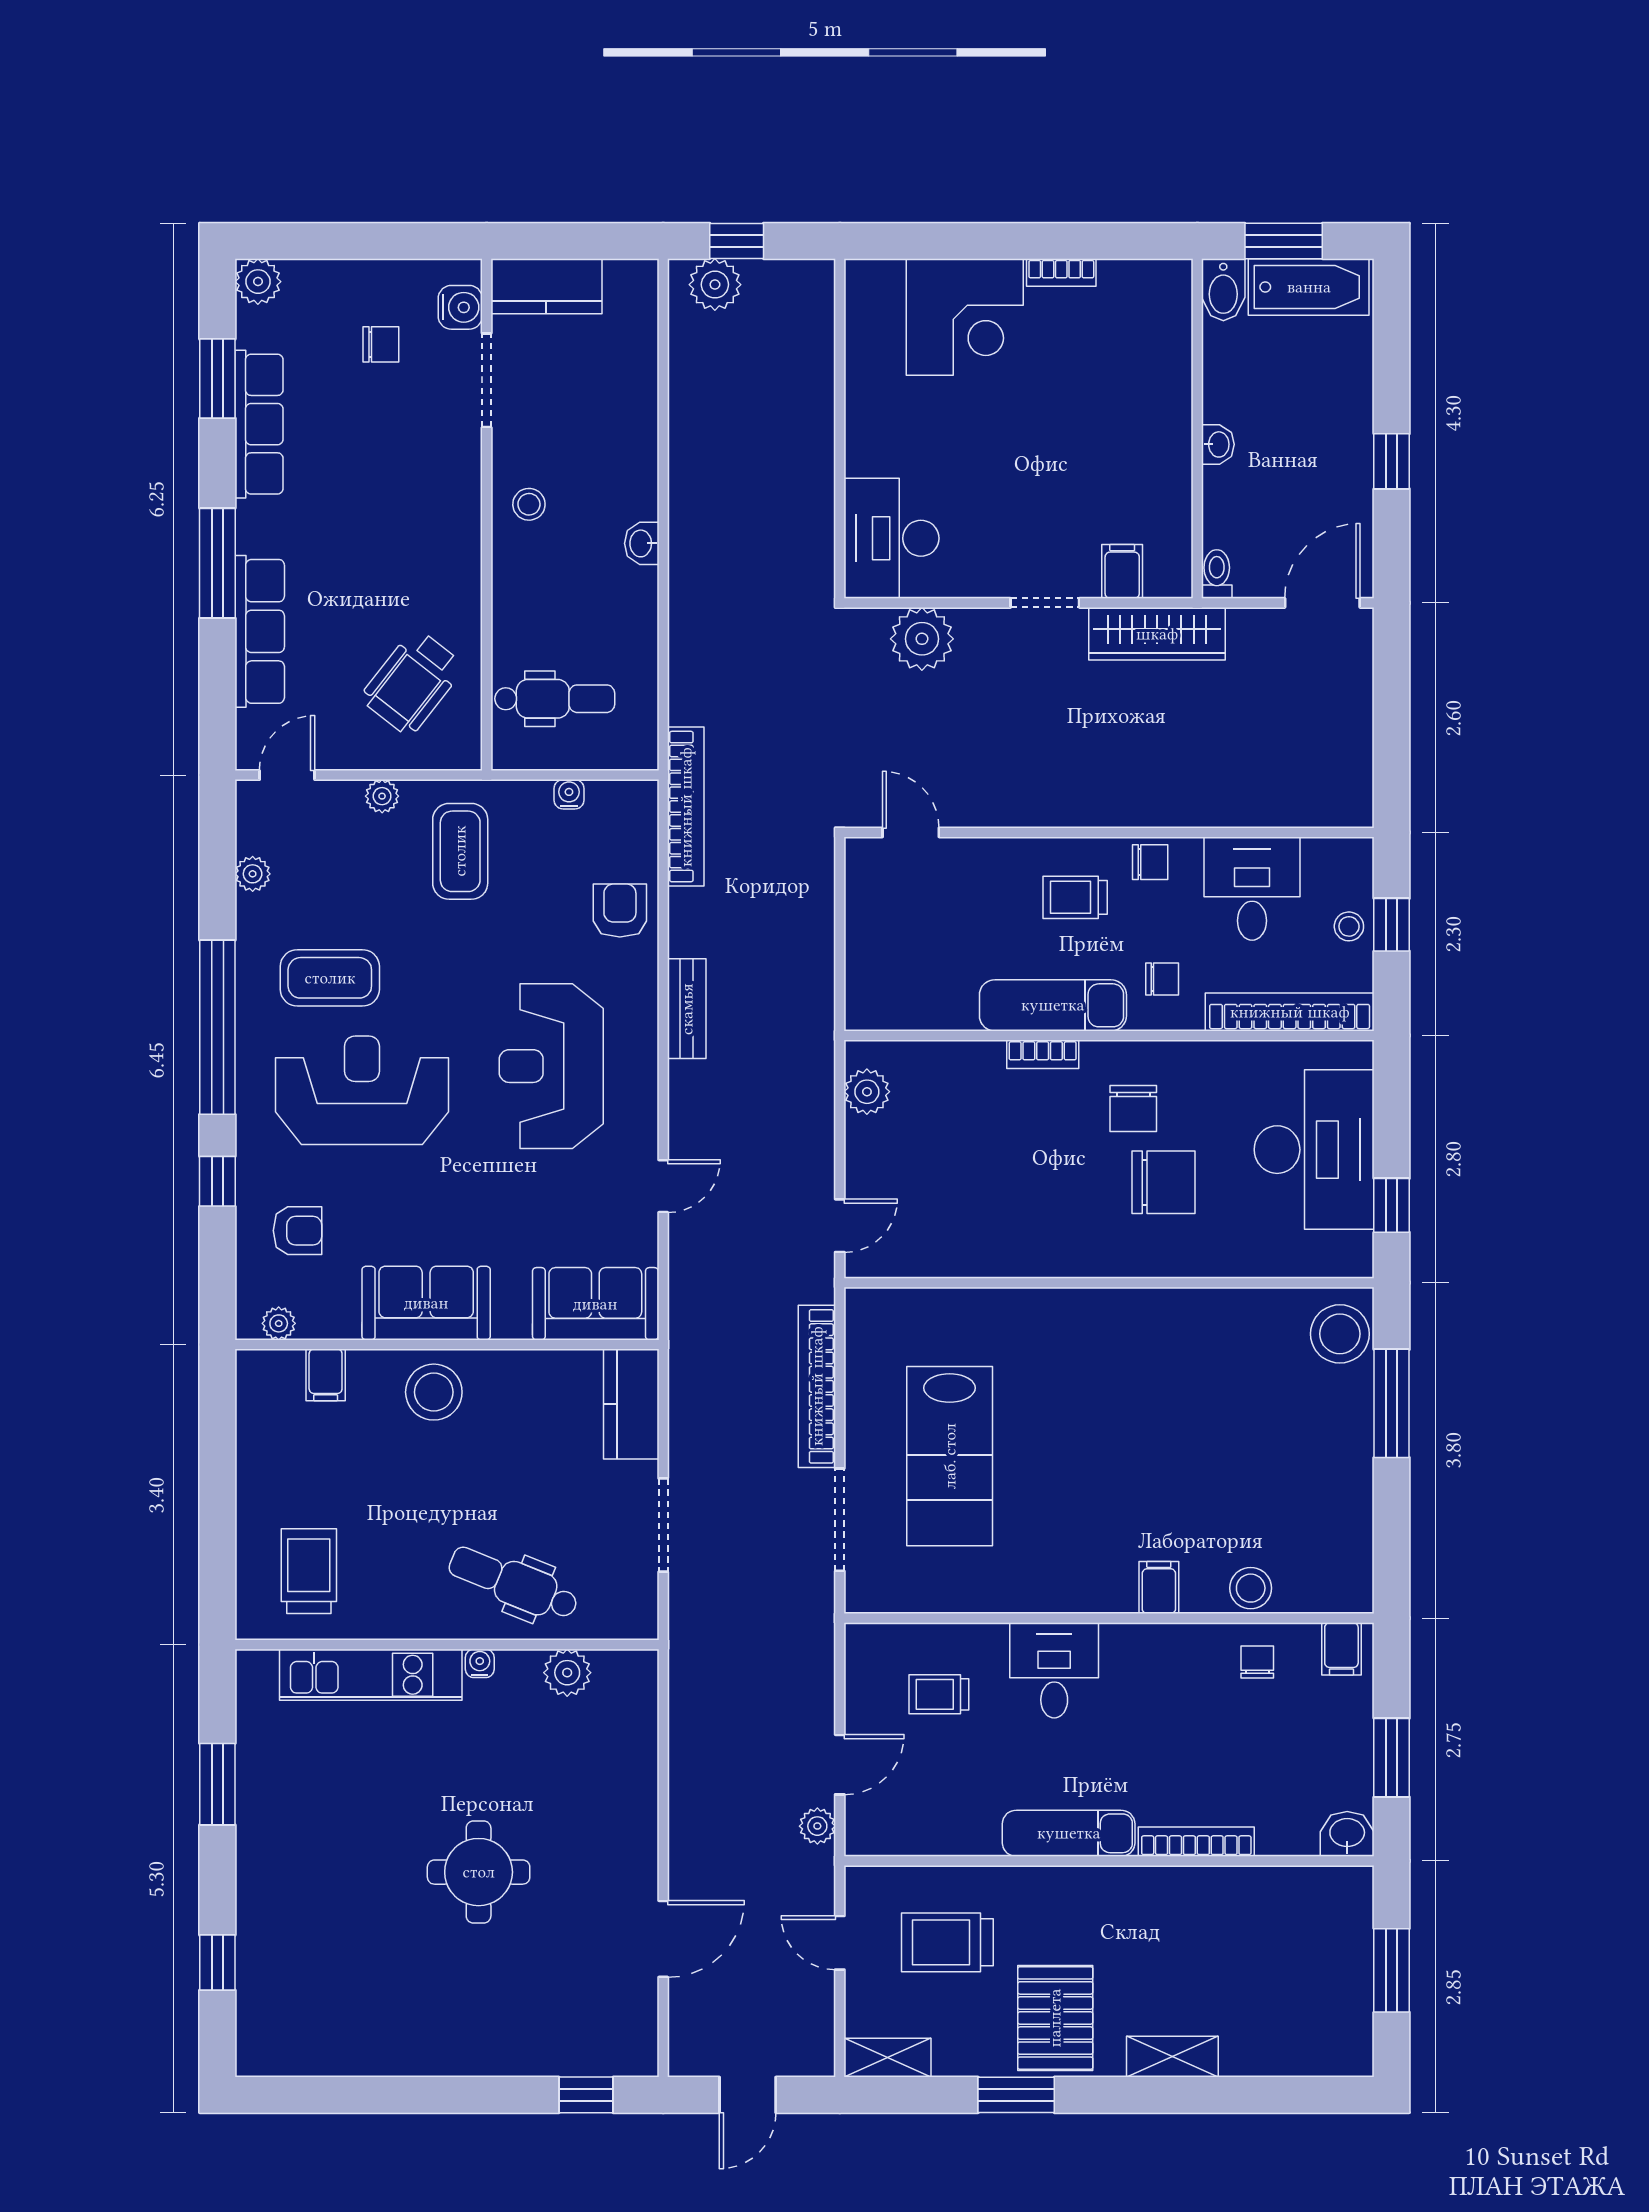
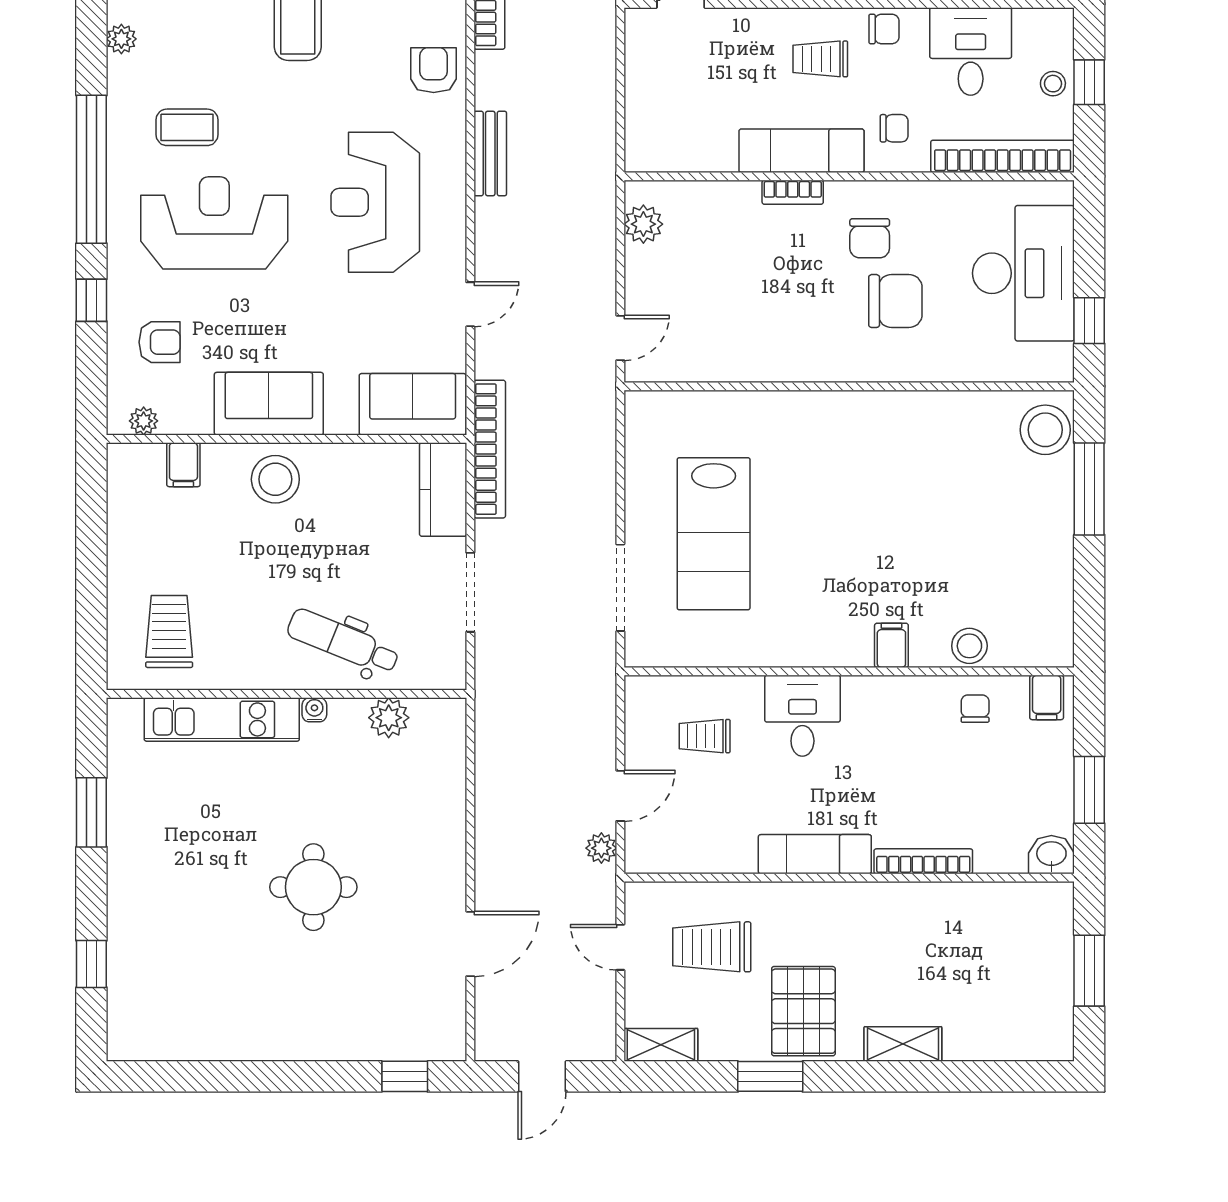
coffee table: (330, 978) -> (187, 127), width x0.73, depth x0.77
bookcase: (817, 1386) -> (490, 449), moved, turned 180

